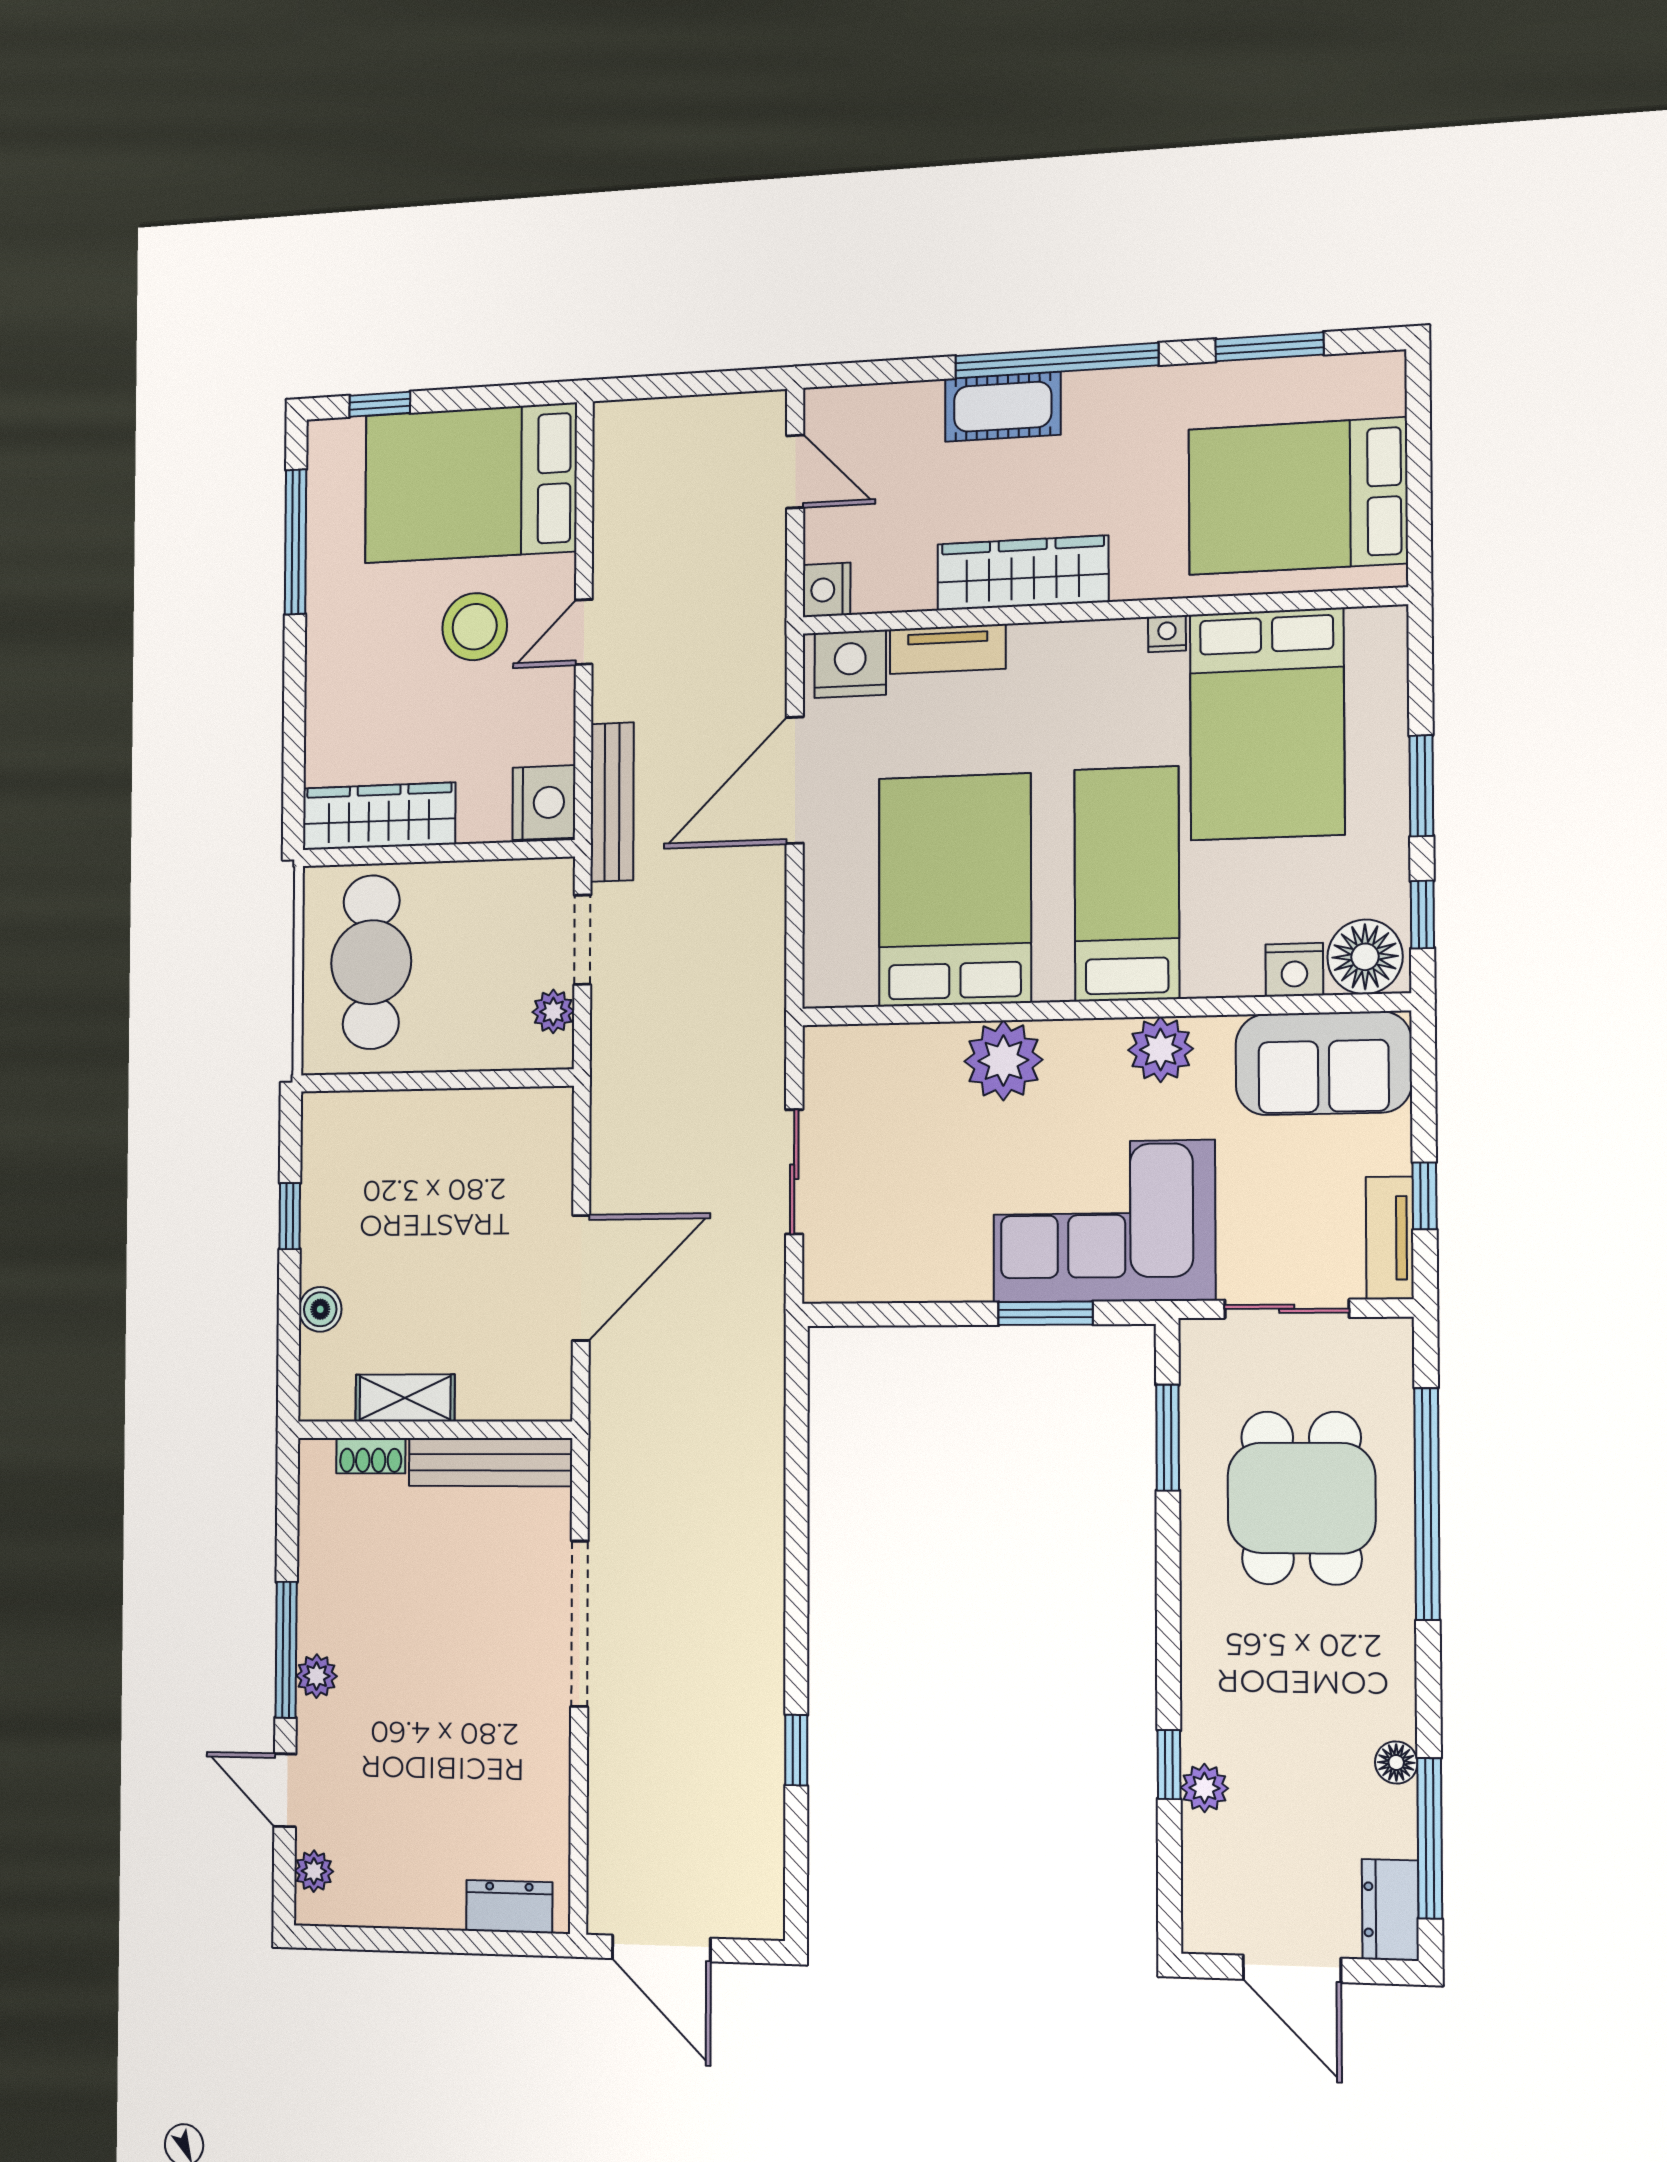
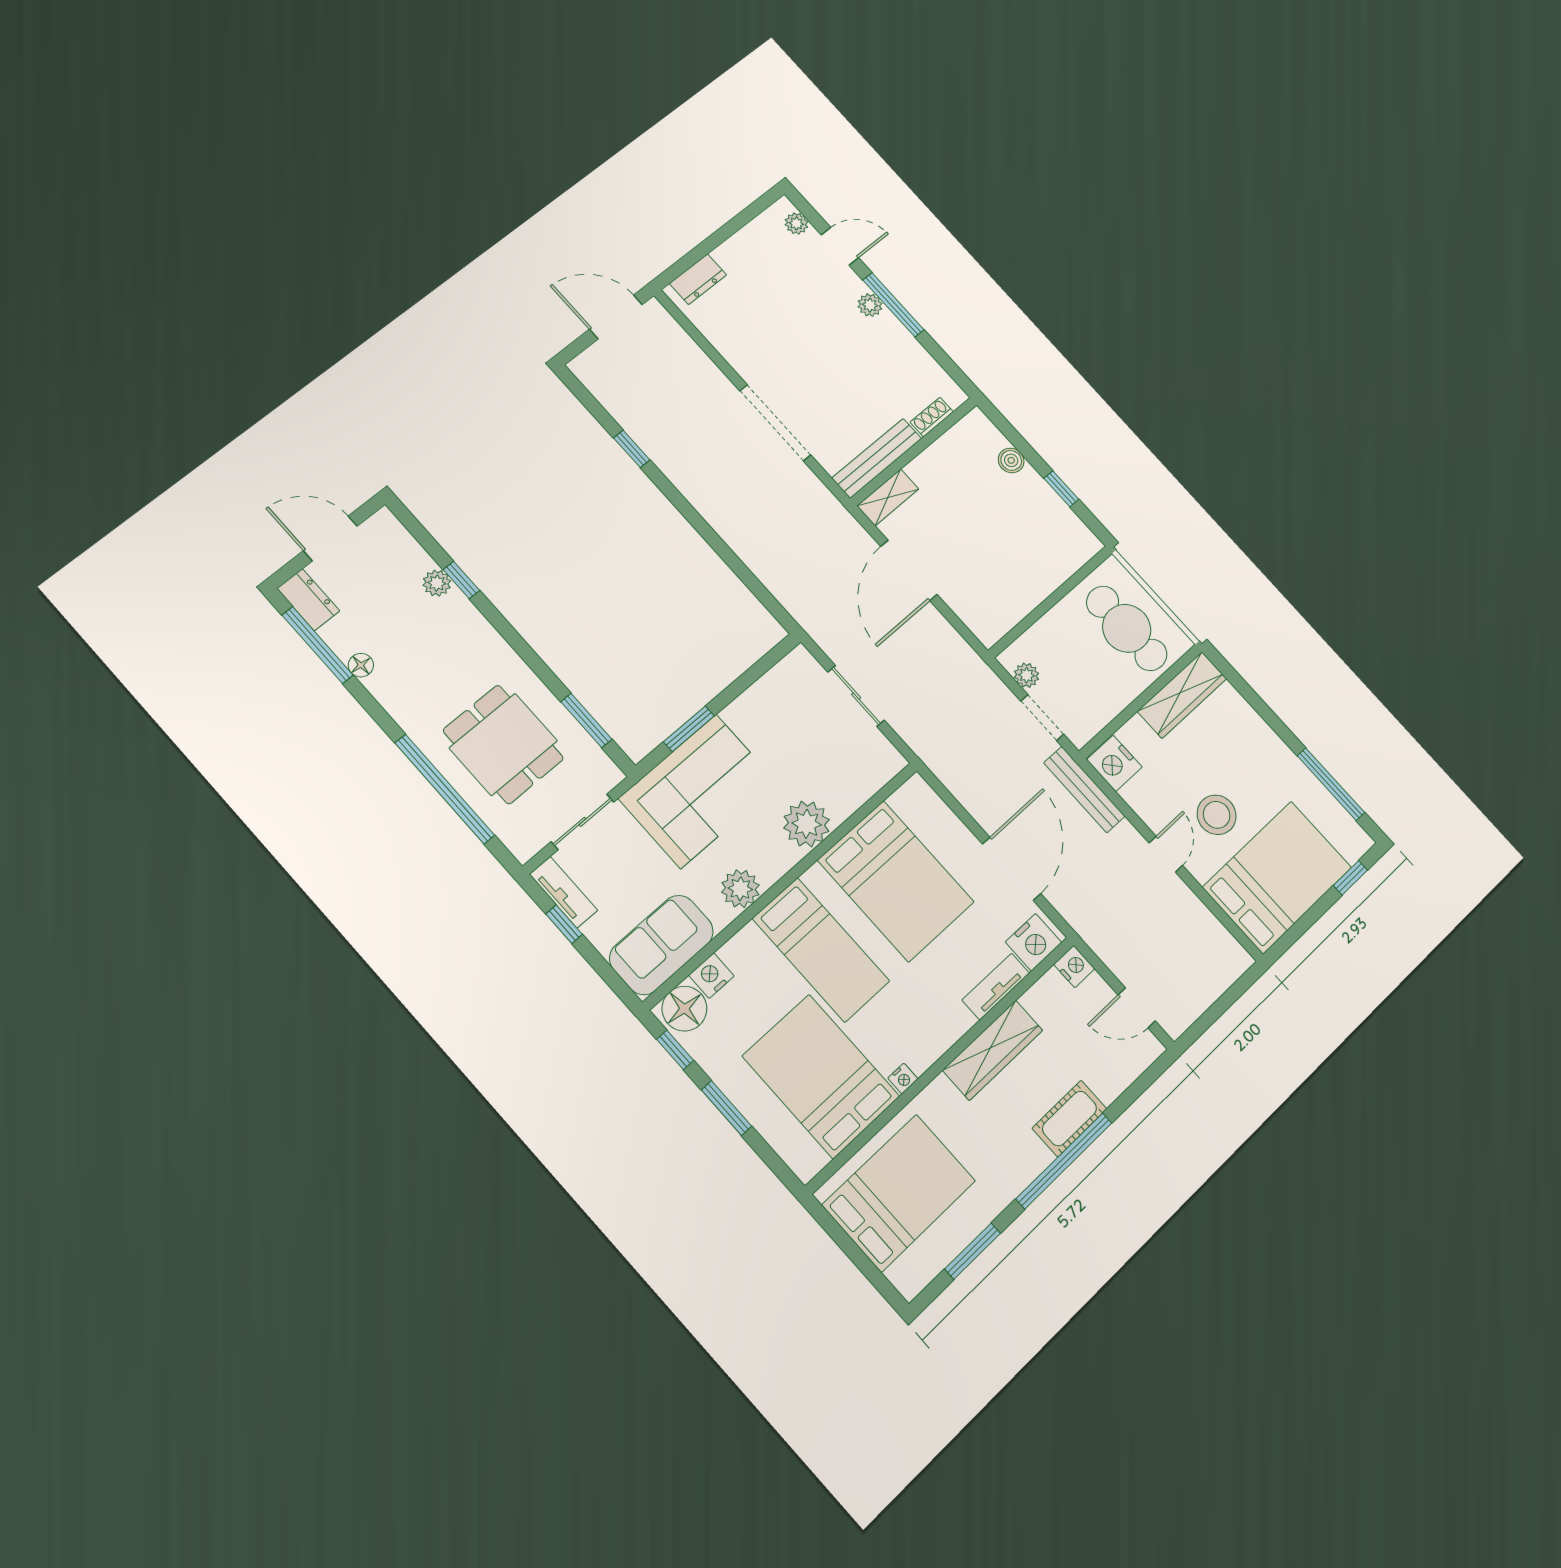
shelving: (405, 1398) -> (888, 497), moved

